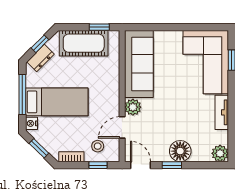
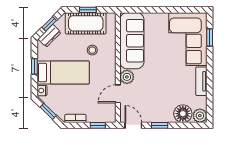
window: (99, 27) -> (88, 10), moved
window: (22, 95) -> (34, 66), width x0.46
stool: (98, 146) -> (92, 50), moved
floor lamp: (180, 151) -> (183, 114), moved

